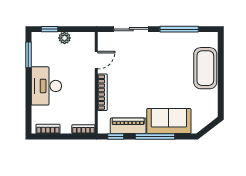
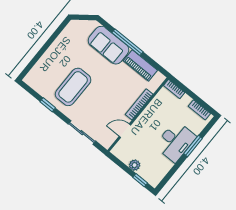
window: (179, 29) -> (48, 105), width x0.46
window: (28, 55) -> (193, 146), moved
coffee table: (205, 68) -> (73, 87), moved
window: (116, 137) -> (155, 65), removed

